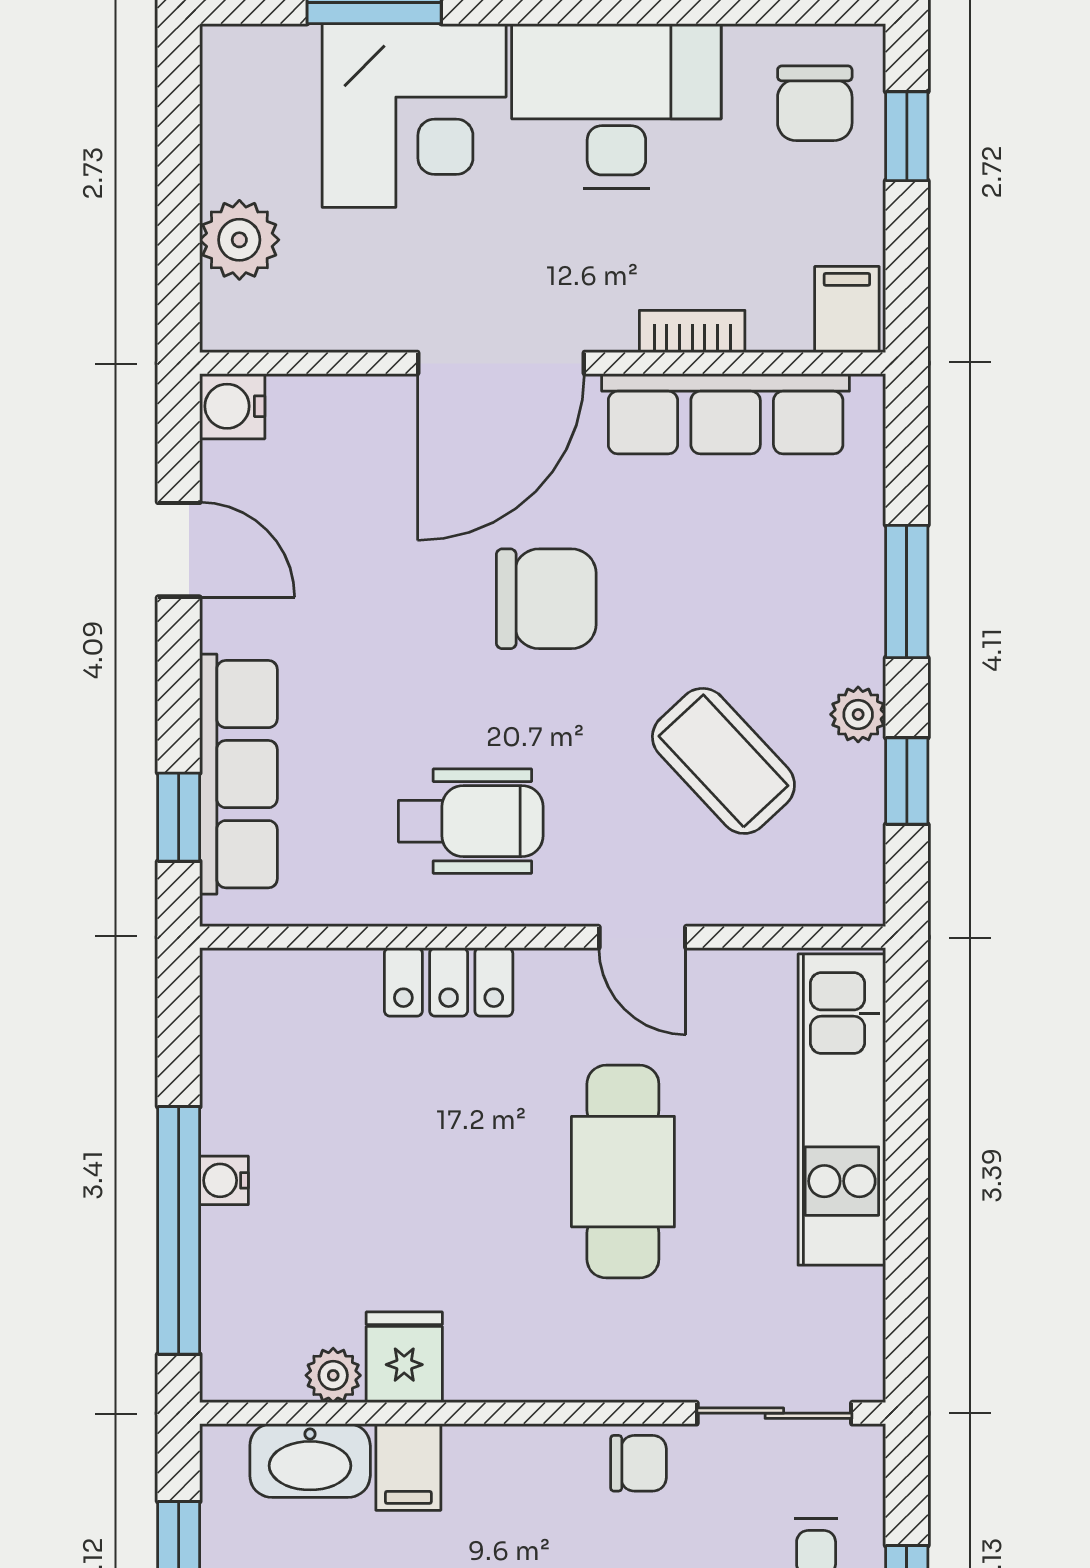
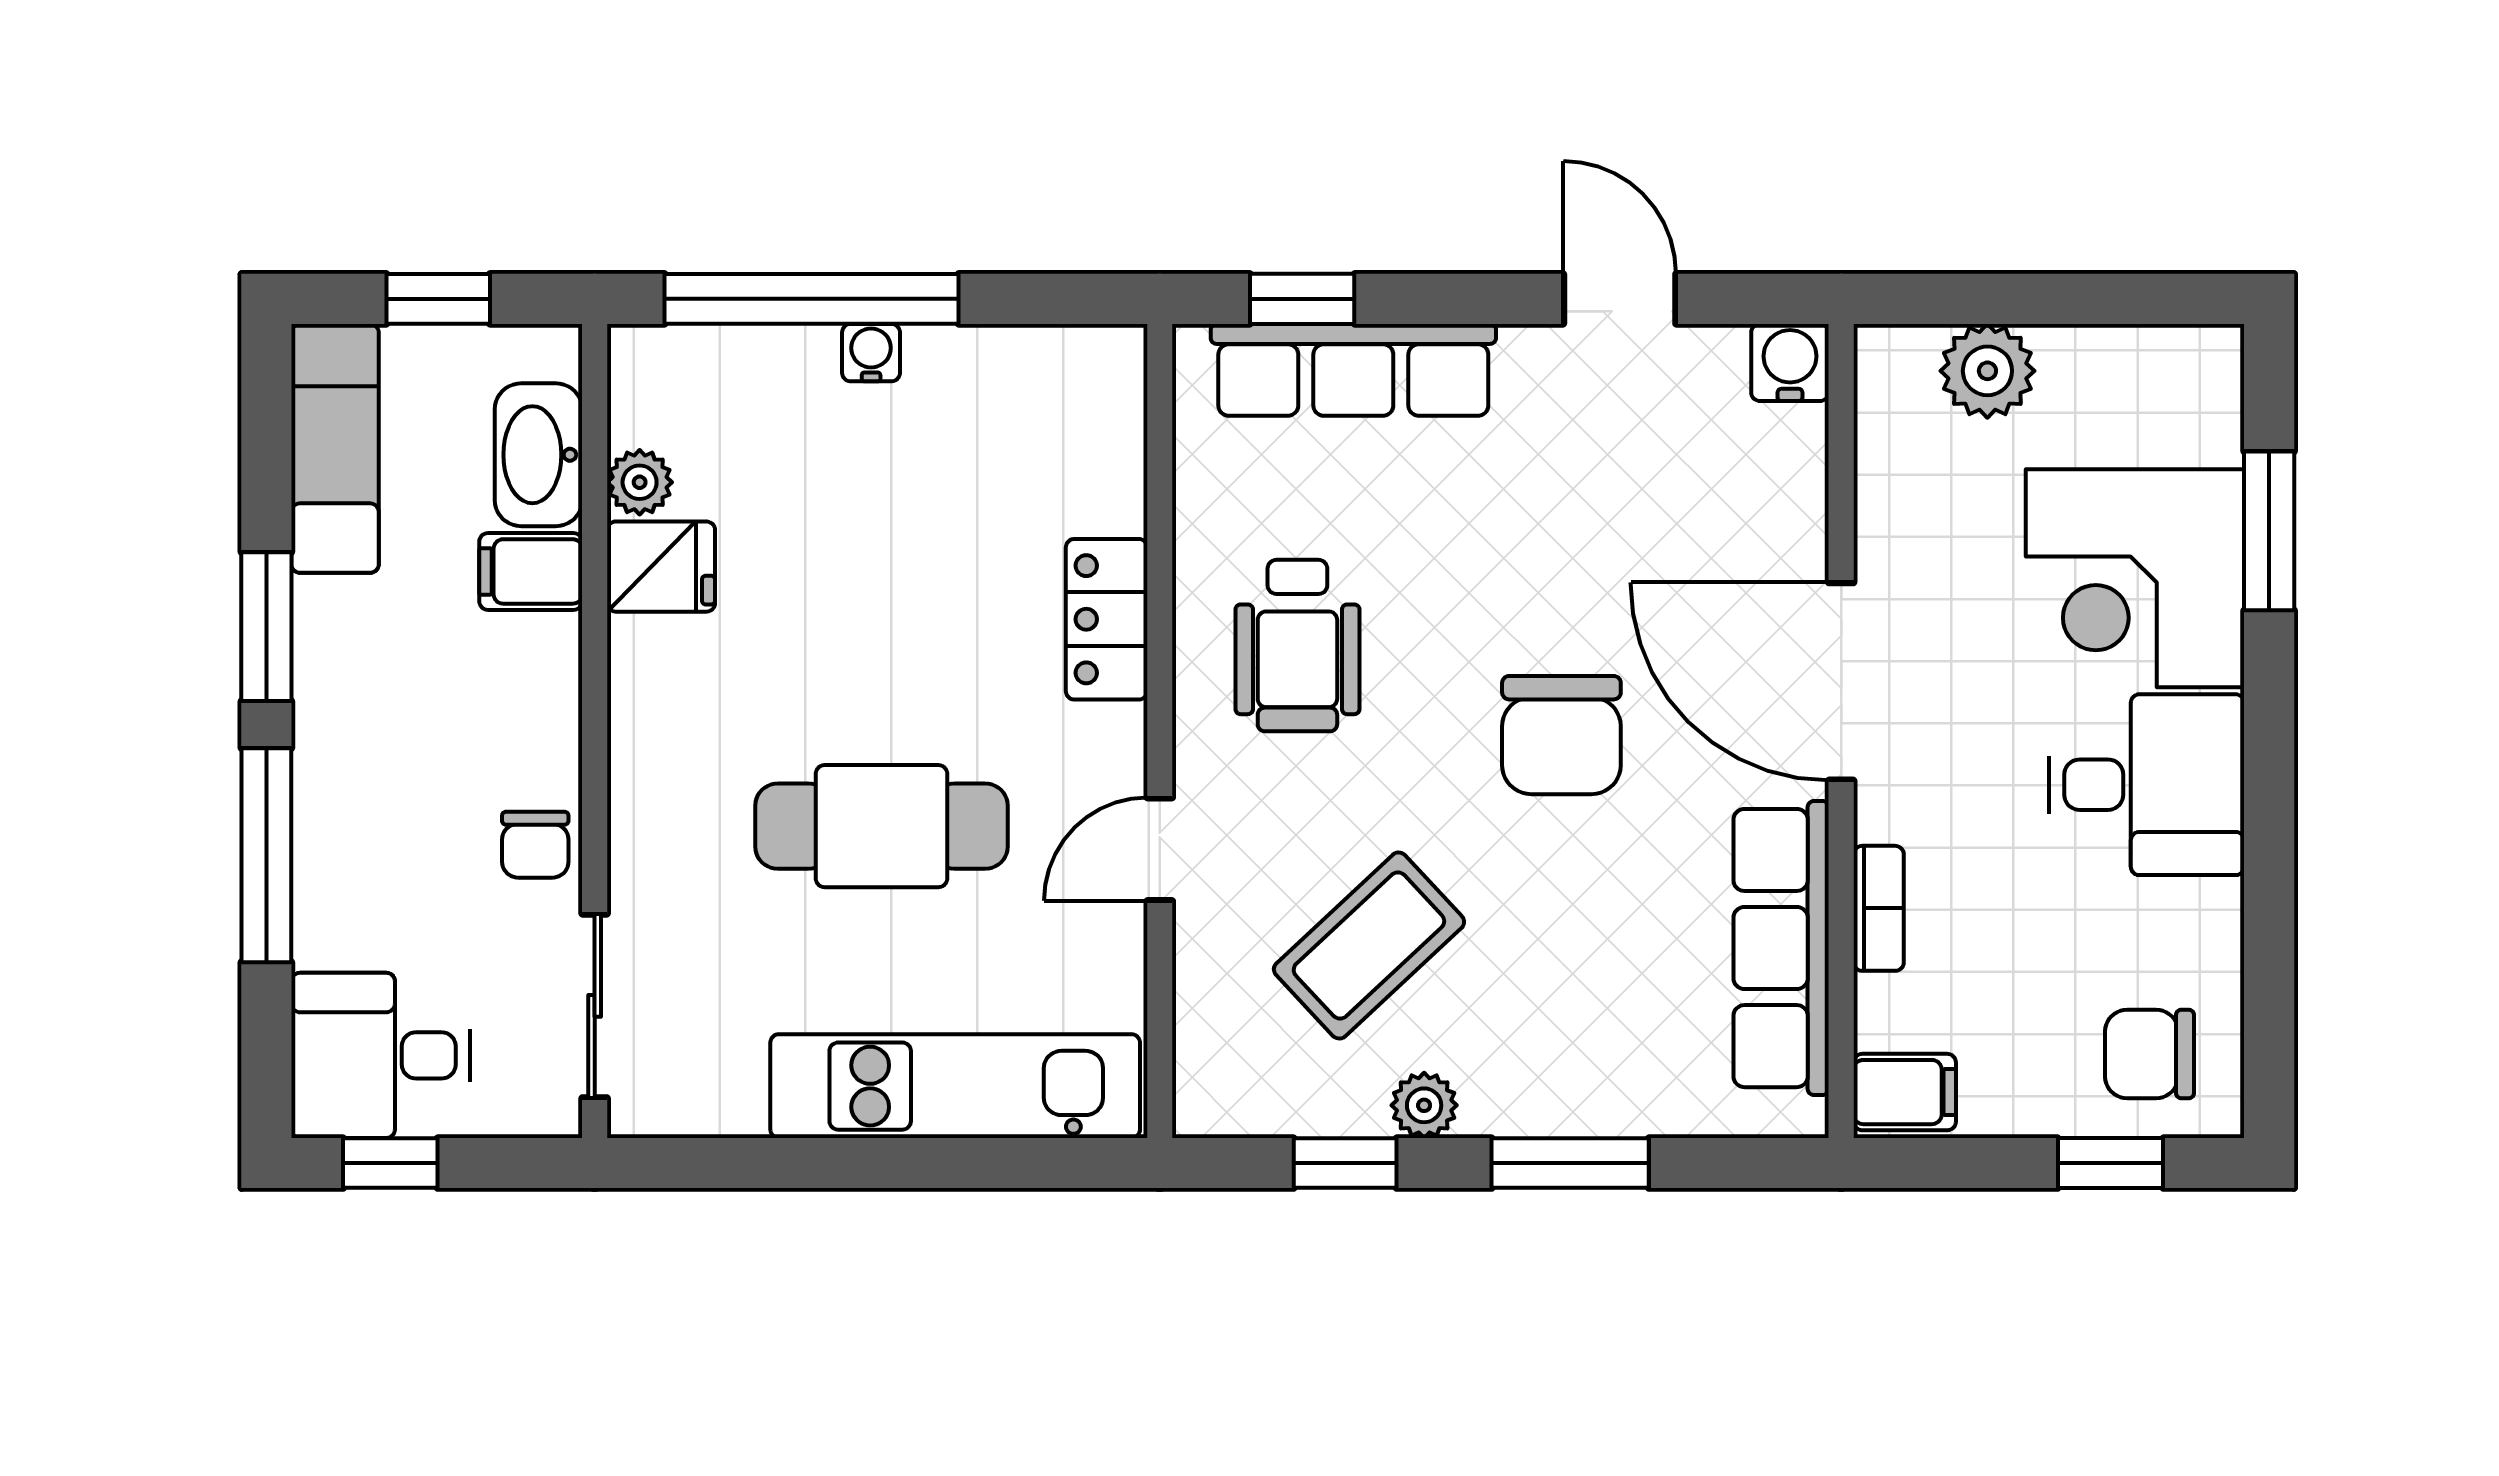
desk: (616, 106) -> (2147, 785), width x0.73
door: (179, 550) -> (1620, 299), swing flipped

